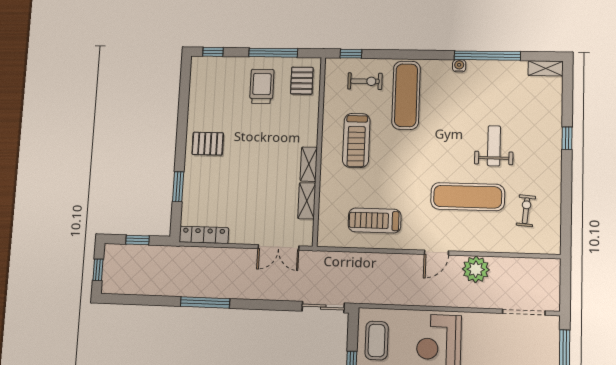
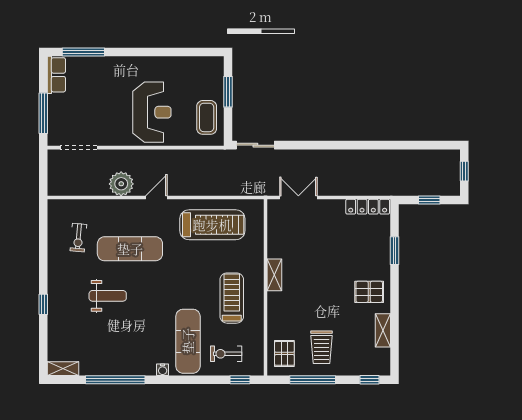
water cooler: (459, 66) -> (163, 370), moved
weight bench: (494, 146) -> (108, 296), turned -90
shelving: (307, 201) -> (383, 330), moved
treadmill: (375, 221) -> (212, 225), width x1.37, depth x1.38
window: (205, 302) -> (363, 145), removed

